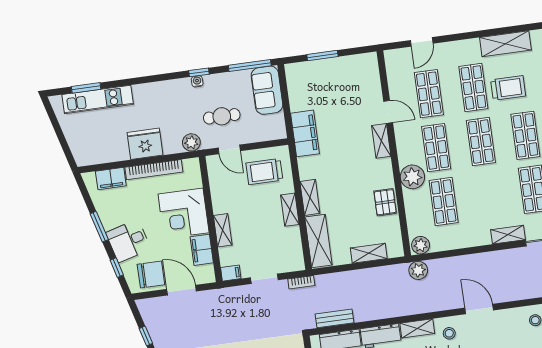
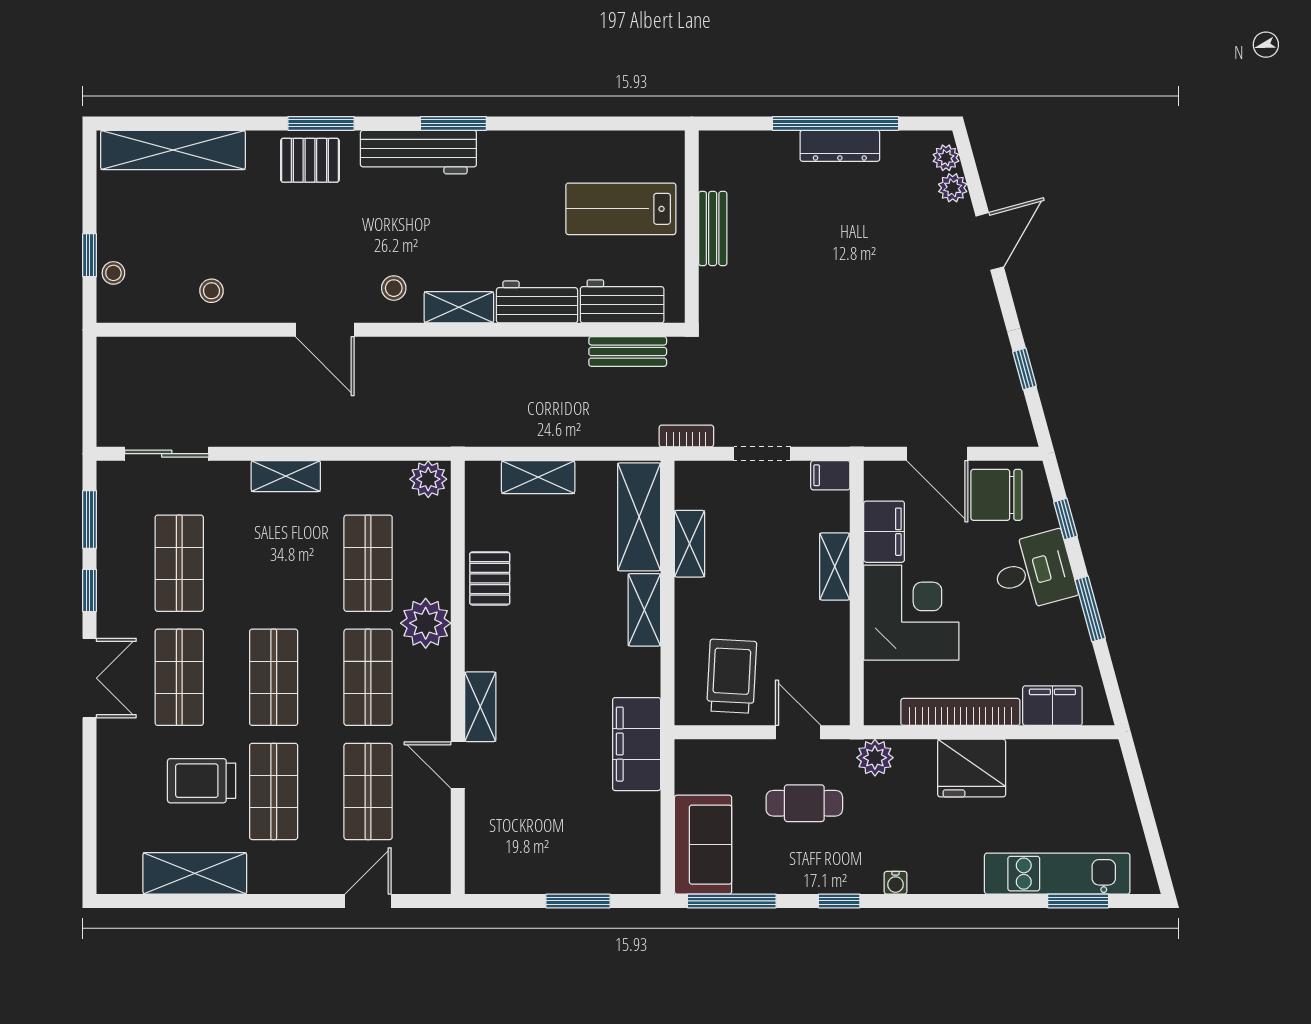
water cooler: (197, 81) -> (896, 883), moved
trolley: (264, 172) -> (732, 676), turned -87
shelving: (290, 210) -> (690, 544), moved
shelving: (508, 235) -> (286, 476), moved
plant: (418, 270) -> (440, 427), removed

